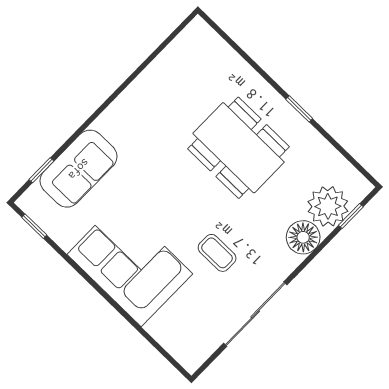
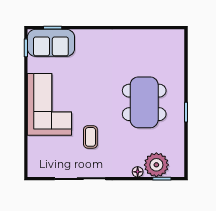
sofa: (79, 169) -> (51, 43), moved
floor lamp: (303, 237) -> (138, 172), width x0.53, depth x0.53

